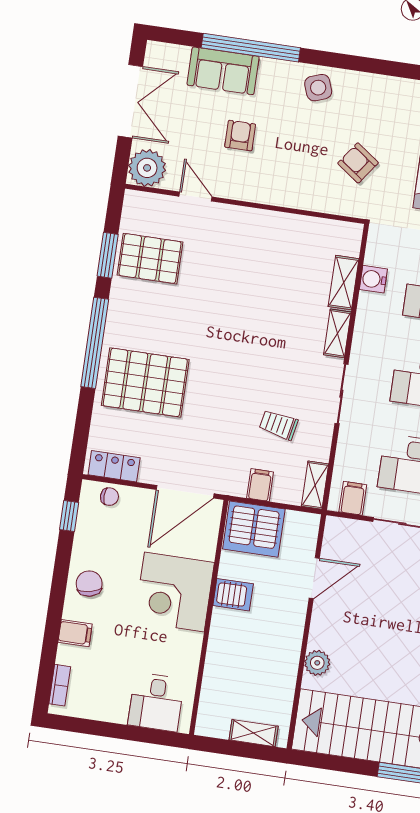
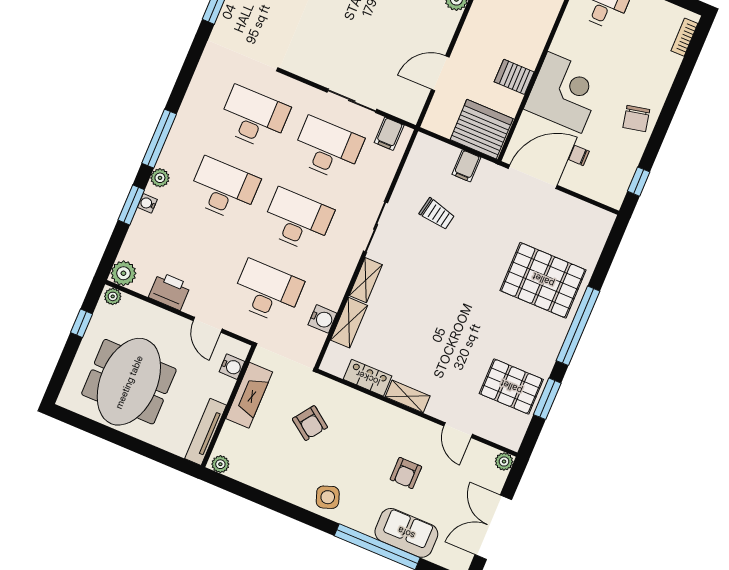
plant: (147, 168) -> (504, 461), width x0.53, depth x0.53
locker: (114, 466) -> (368, 378), moved, turned 180
shelving: (315, 485) -> (408, 396), moved, turned 90
chair: (109, 497) -> (579, 155), moved
filing cabinet: (75, 633) -> (660, 79), removed

